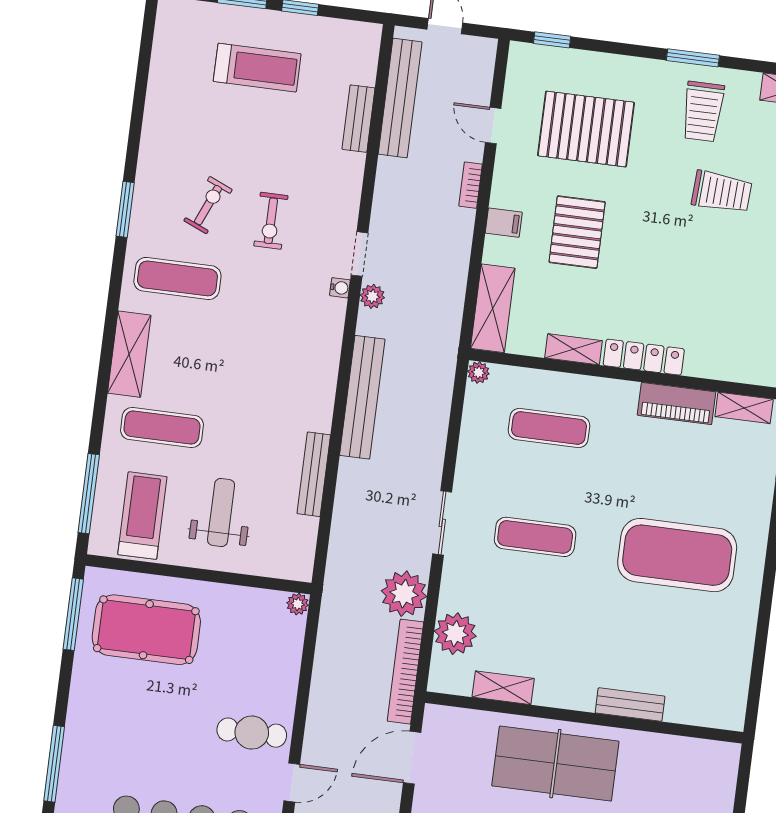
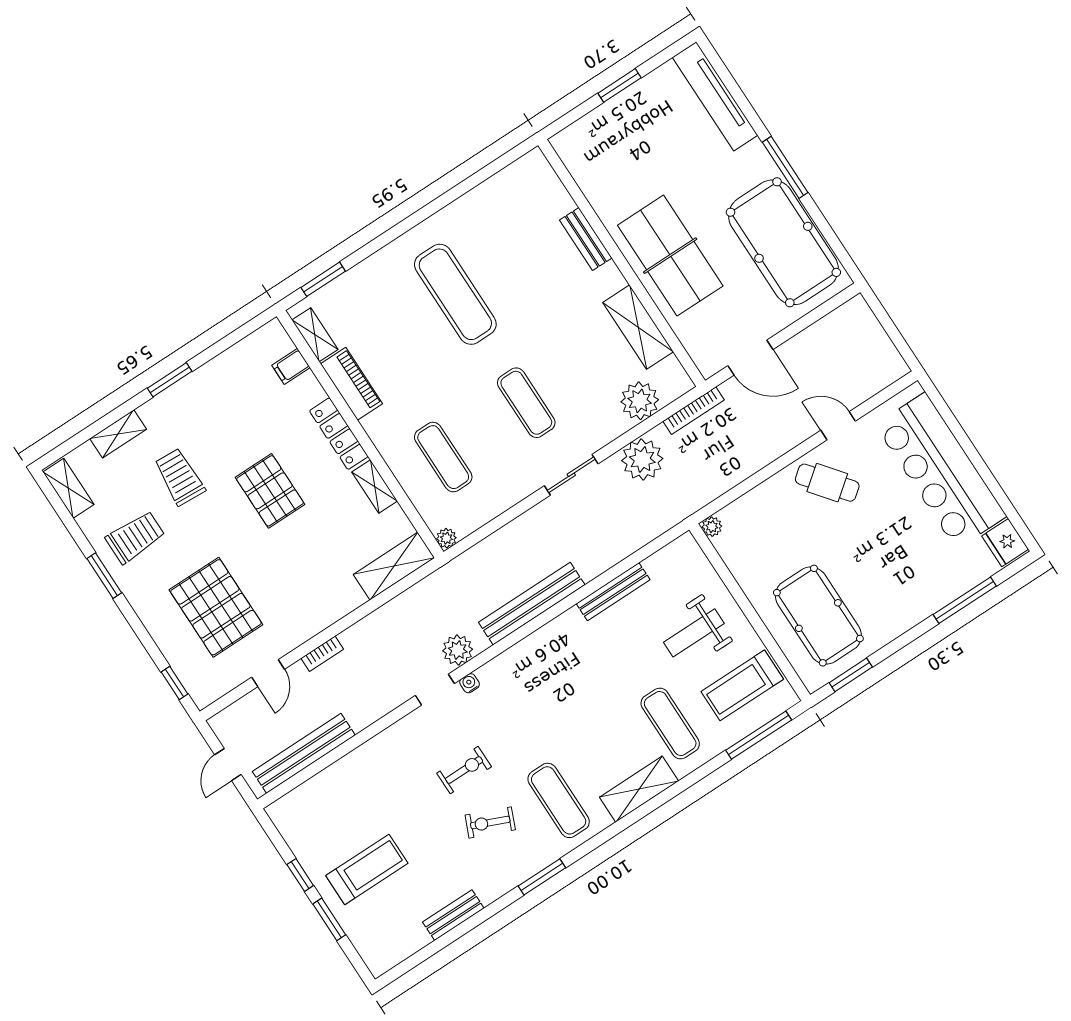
treadmill: (257, 68) -> (367, 869), turned 90
bench: (358, 119) -> (453, 915), moved
filing cabinet: (504, 223) -> (291, 366), moved, turned -90
pallet: (577, 232) -> (270, 491), moved, turned 90
plant: (372, 296) -> (458, 650), width x1.38, depth x1.38
exercise mat: (677, 555) -> (455, 294), width x0.68
window: (73, 614) -> (851, 675), width x0.69
bookcase: (405, 672) -> (694, 411), width x0.68, depth x0.76
shelving: (503, 688) -> (638, 327), width x1.50, depth x1.33
cafe table: (252, 733) -> (827, 483), turned -38

